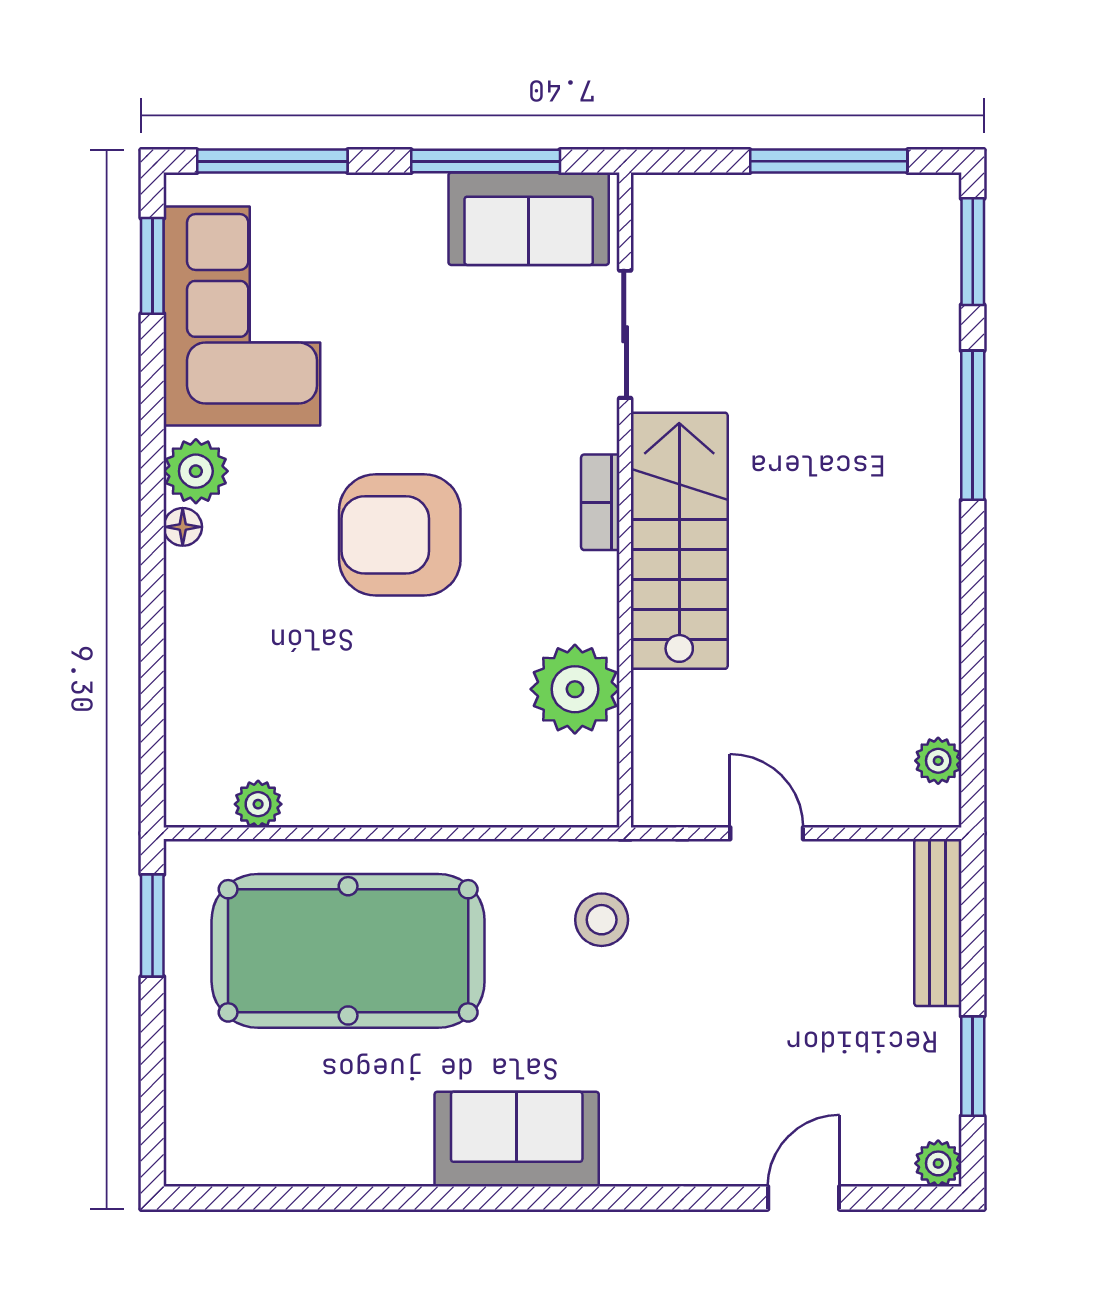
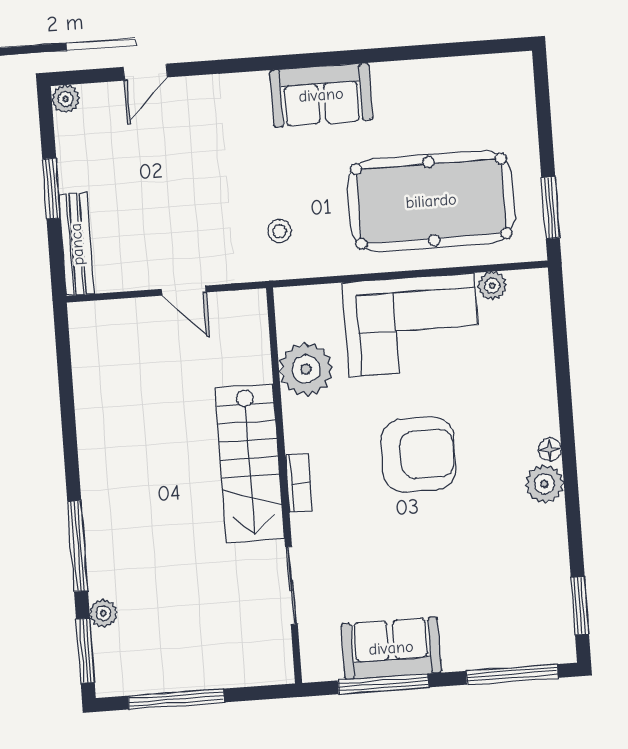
sofa: (529, 219) -> (391, 648), moved
corner sofa: (242, 316) -> (411, 325), moved, turned -90
plant: (938, 761) -> (103, 613), moved
stool: (602, 920) -> (280, 231), width x0.73, depth x0.73
window: (973, 1066) -> (51, 189), moved

